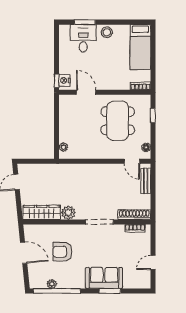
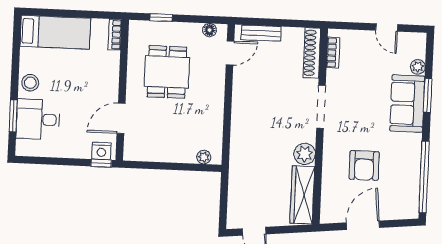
dining table: (118, 121) -> (167, 72), width x0.73
plant: (52, 284) -> (418, 67), moved

